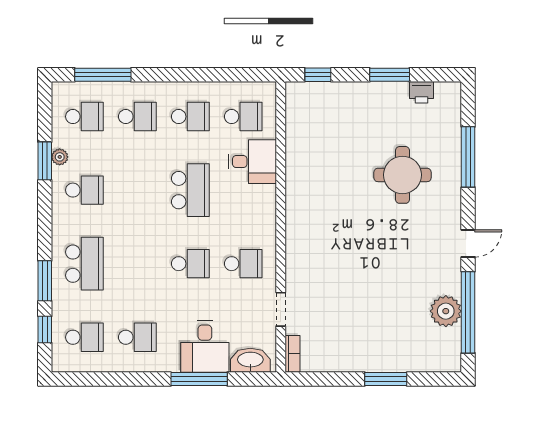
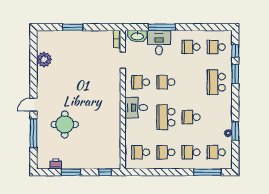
desk: (253, 162) -> (136, 108), moved
school desk: (84, 190) -> (191, 117), moved
door: (468, 243) -> (33, 105), moved
window: (468, 312) -> (33, 59), removed

